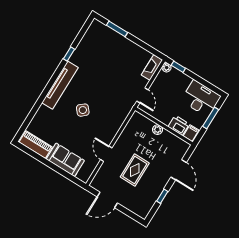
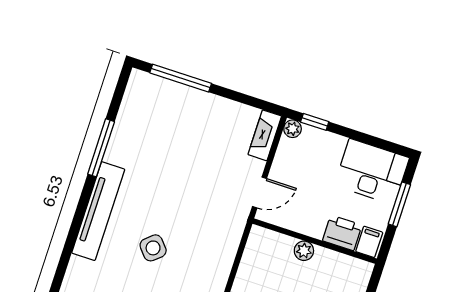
window: (117, 29) -> (181, 78), width x1.44
window: (69, 54) -> (101, 148), width x2.17
door: (142, 95) -> (260, 193), hinge flipped

